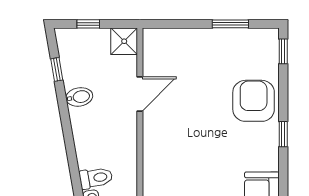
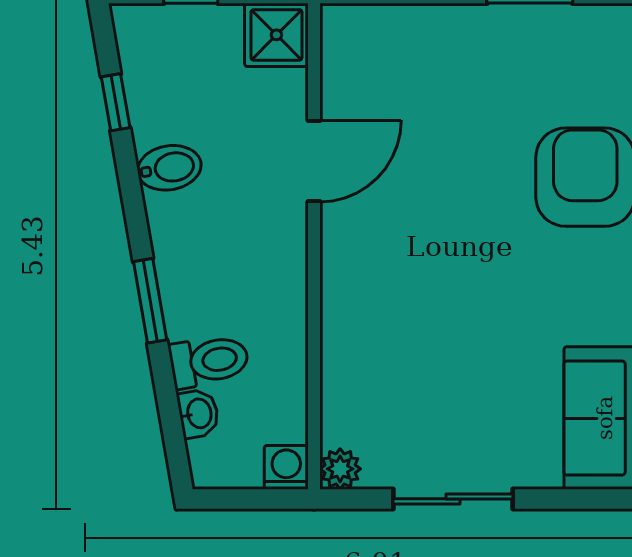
window: (71, 153) -> (150, 301), added

